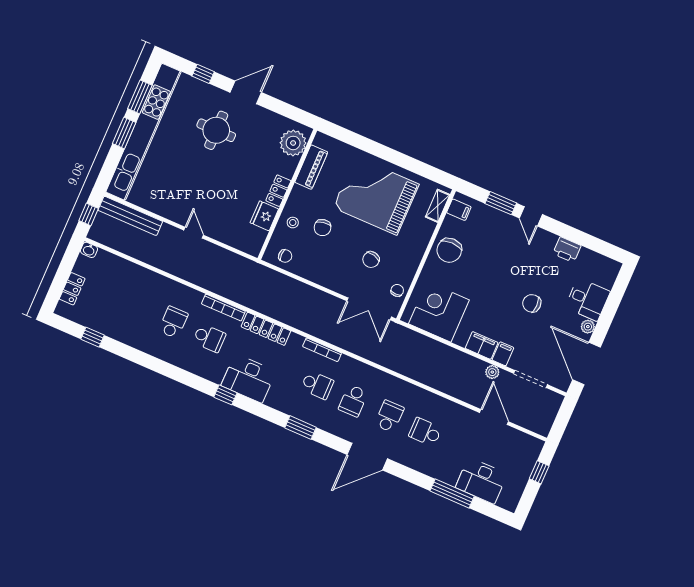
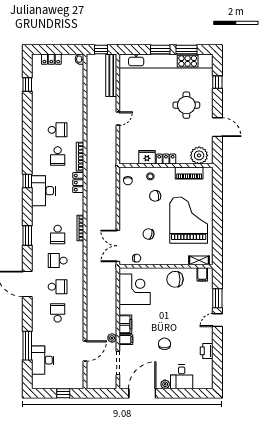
door: (246, 92) -> (217, 127), moved
locker: (266, 329) -> (78, 183), width x0.66

